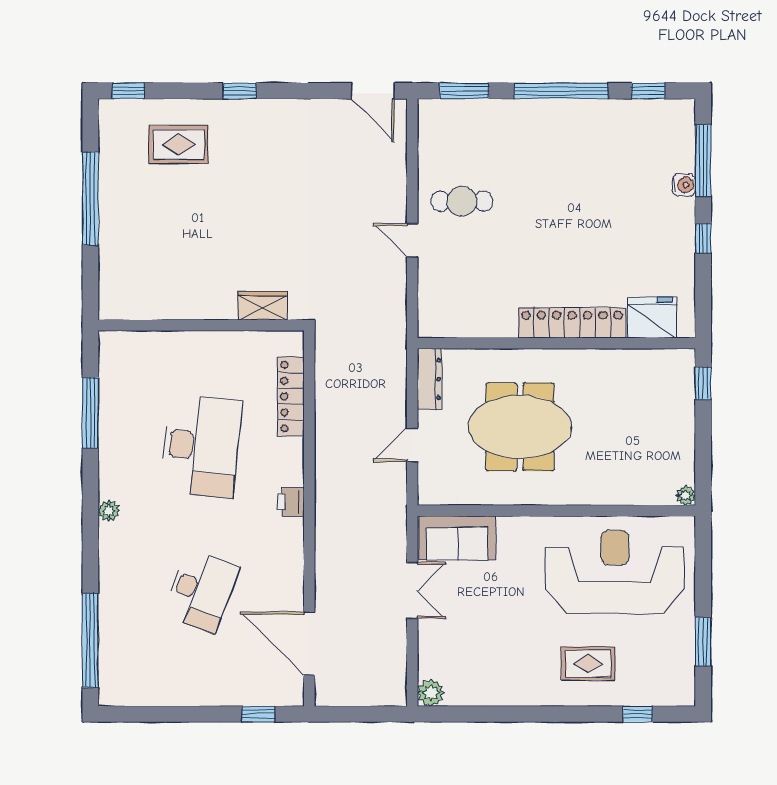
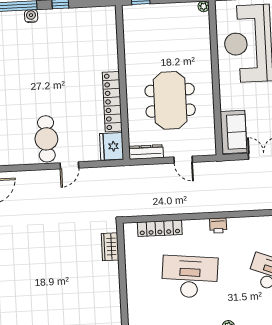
rug: (178, 145) -> (23, 298), removed
cafe table: (462, 201) -> (46, 139), width x1.37, depth x1.35
fridge: (652, 318) -> (112, 146), moved
locker: (572, 323) -> (112, 102), moved

